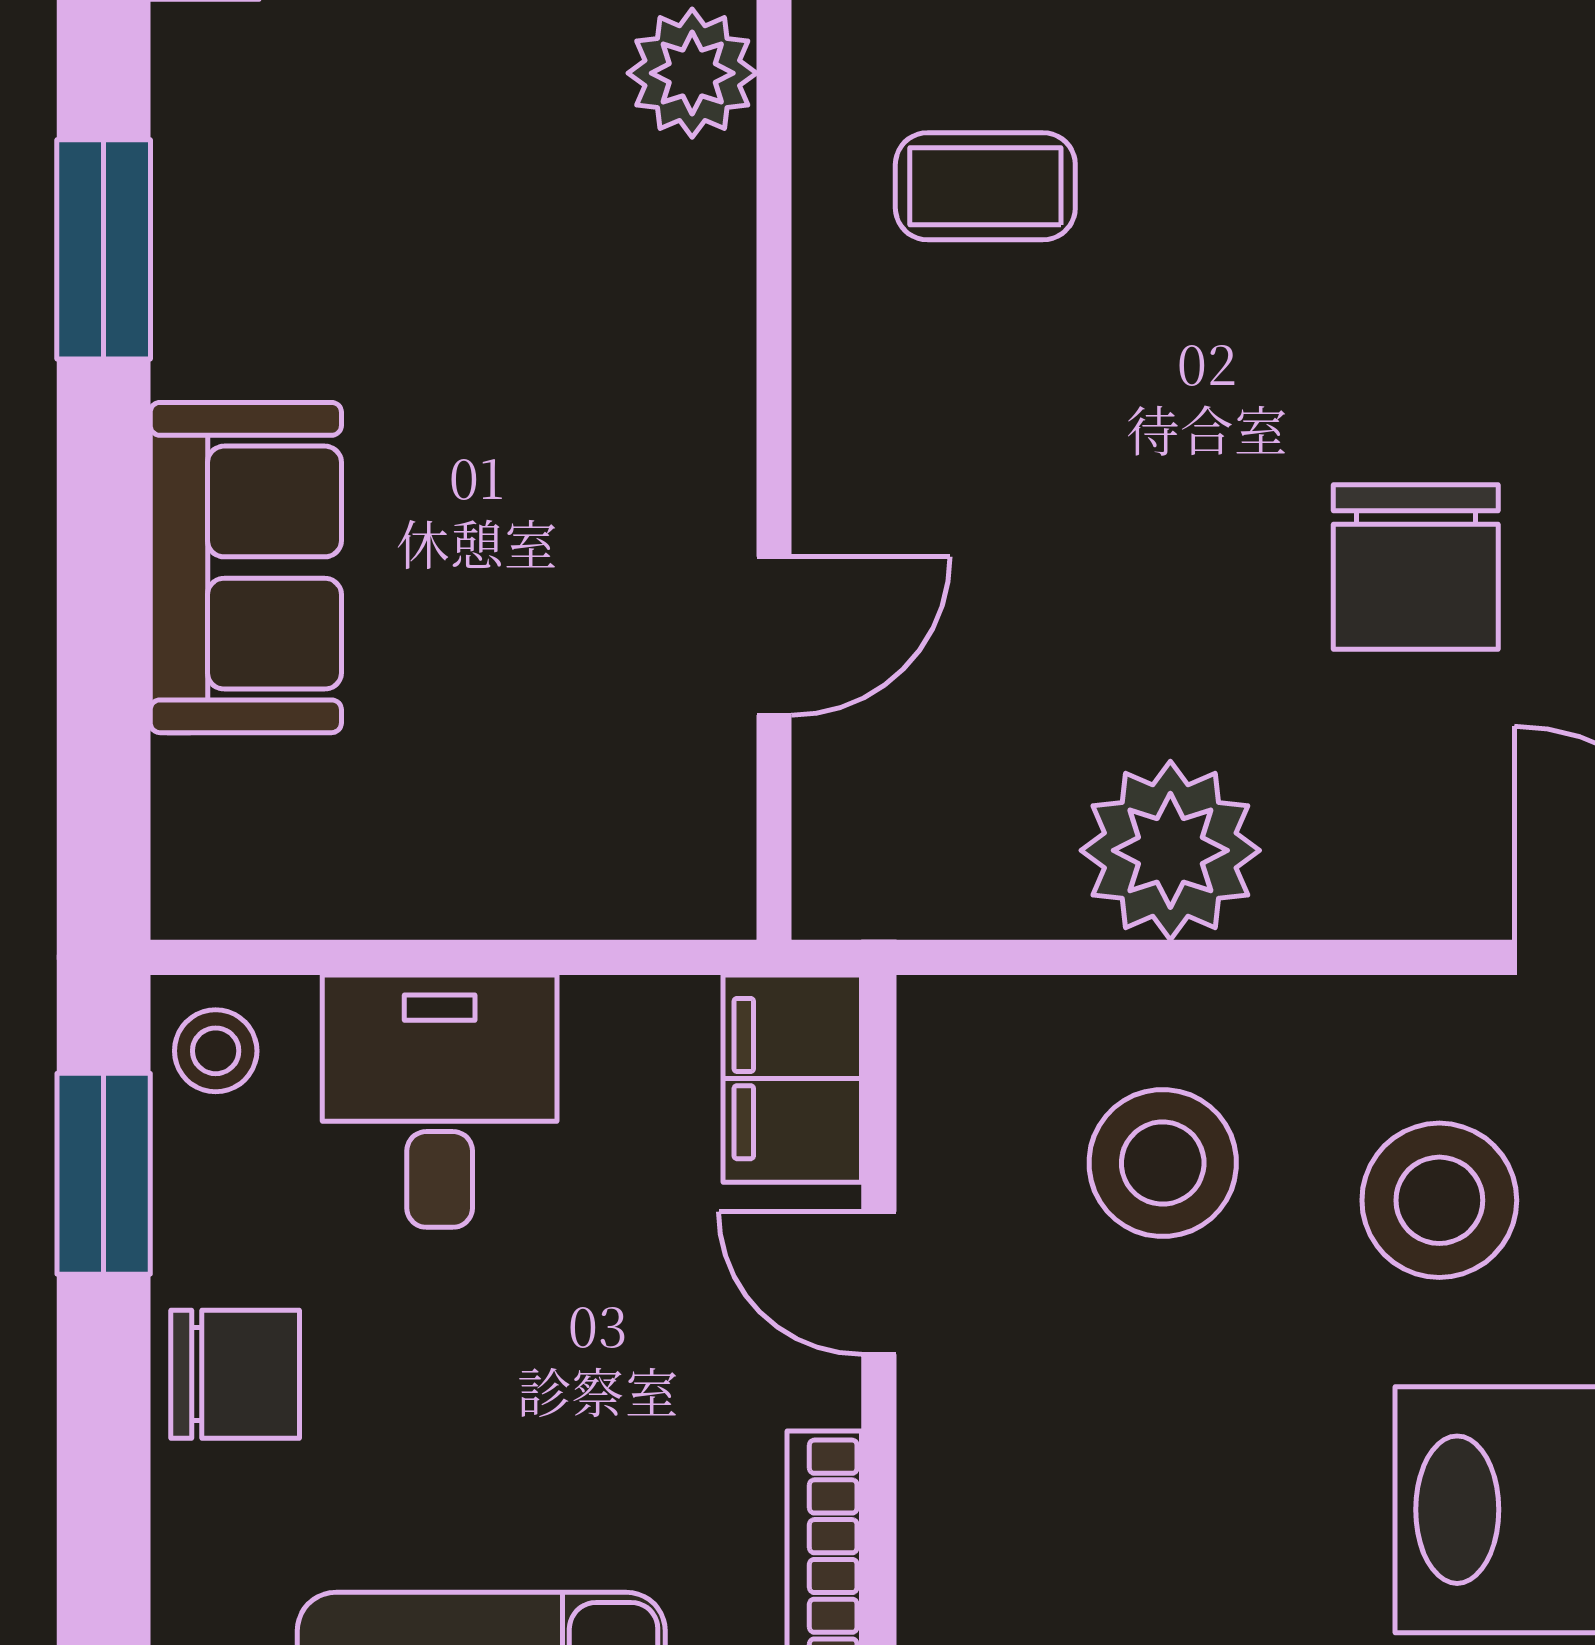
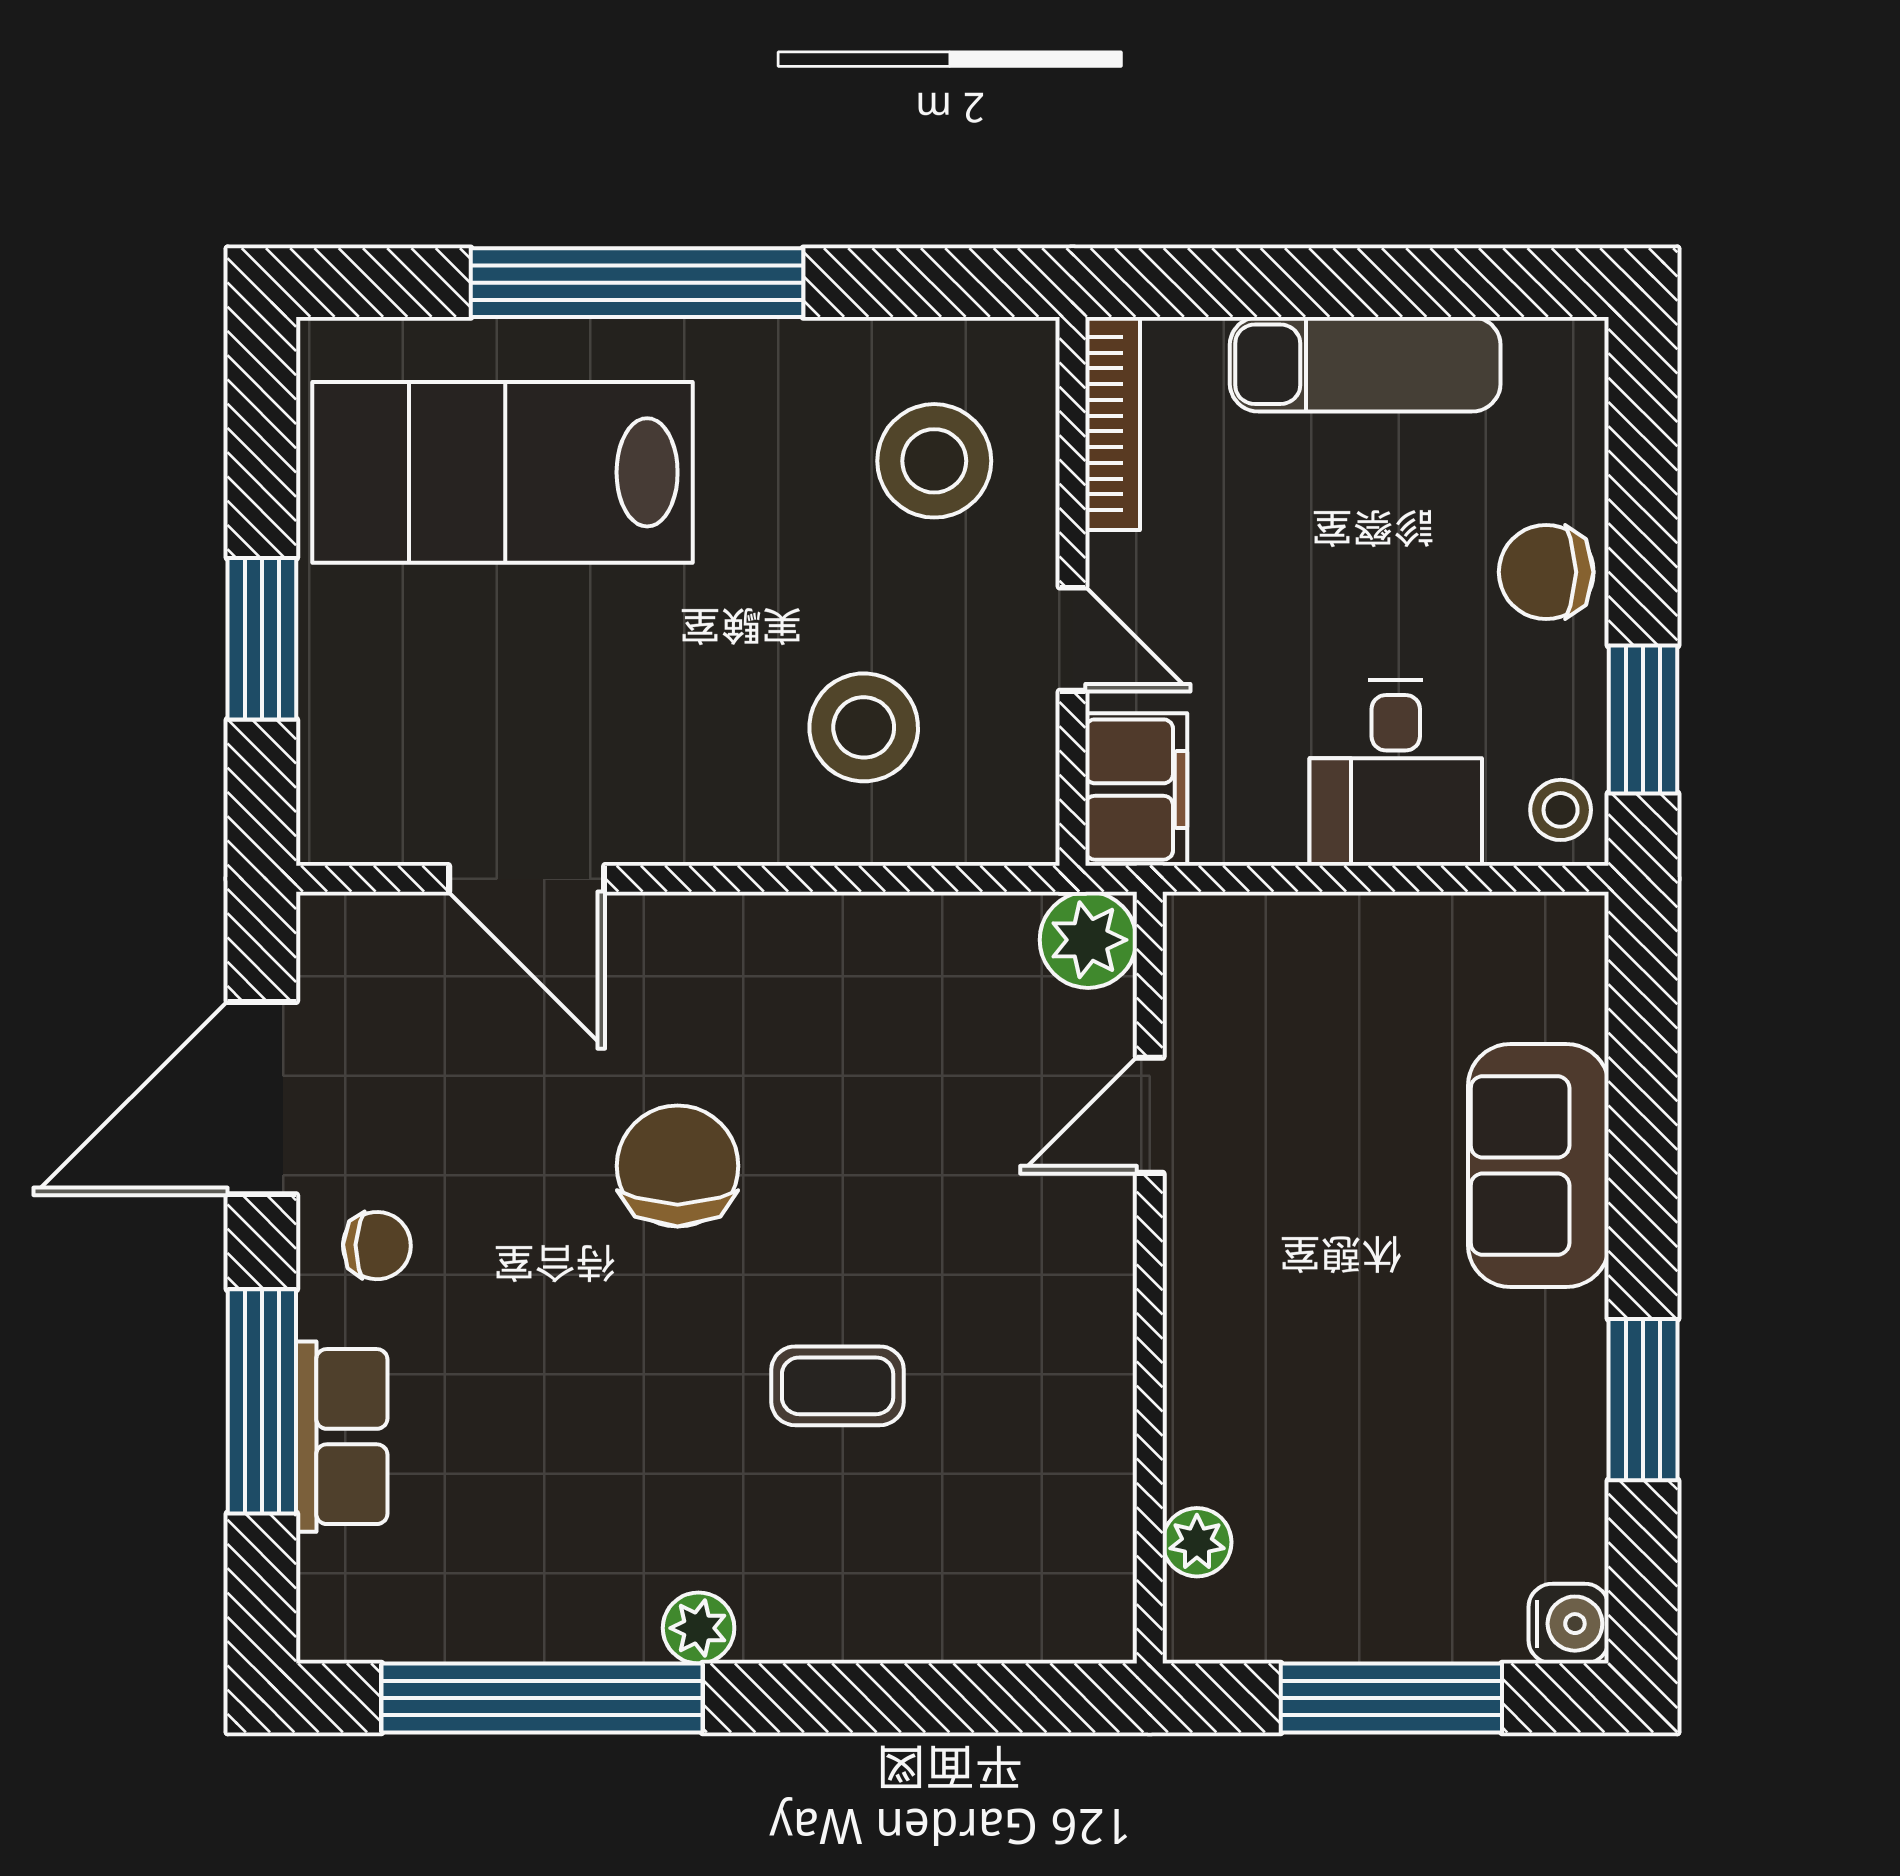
plant: (692, 73) -> (1197, 1542), width x0.73, depth x0.73
coffee table: (985, 186) -> (838, 1386), moved
plant: (1170, 850) -> (1088, 940), moved, width x0.73, depth x0.73
stool: (1439, 1200) -> (934, 461), moved

